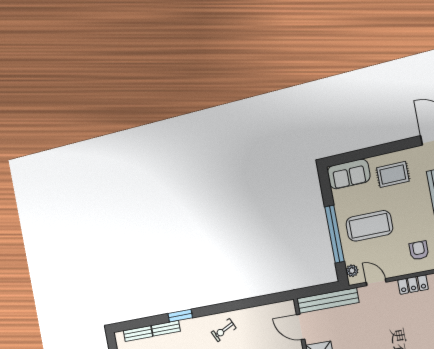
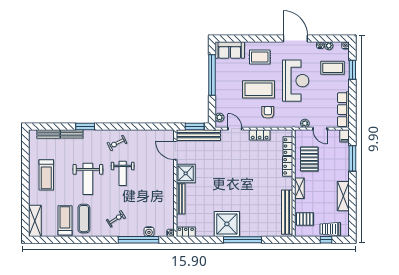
coffee table: (369, 226) -> (259, 89), moved
window: (334, 234) -> (212, 75), moved
window: (320, 290) -> (195, 126), added

